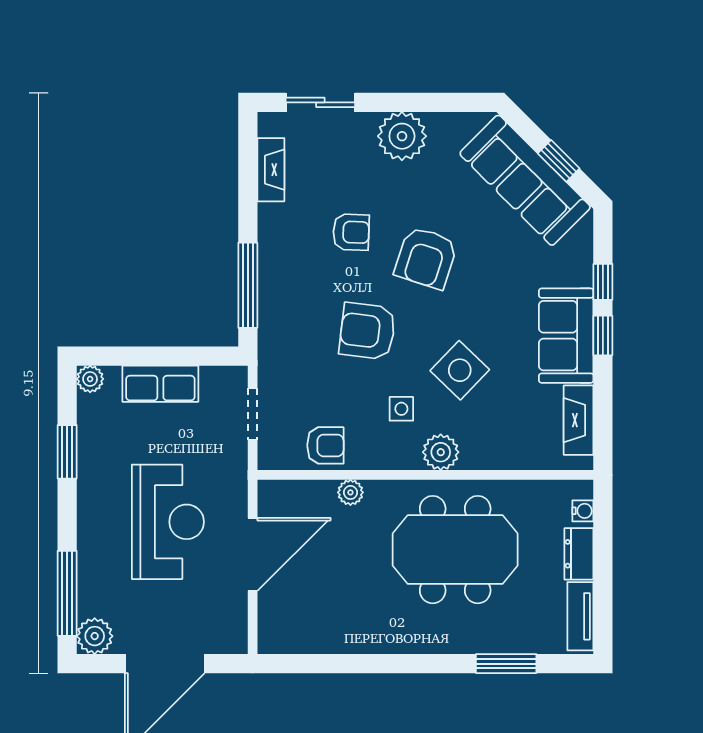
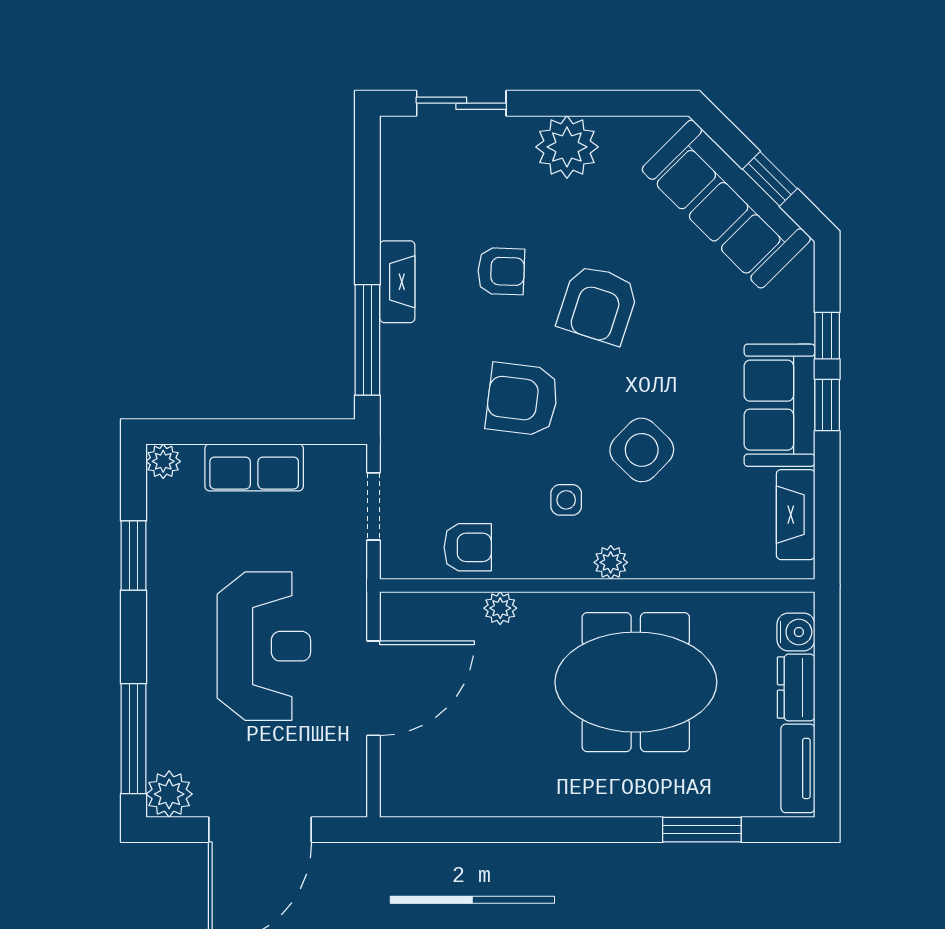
fireplace: (271, 170) -> (397, 282), moved
plant: (441, 452) -> (611, 562), width x0.73, depth x0.73
water cooler: (583, 511) -> (796, 632), width x1.38, depth x1.38

